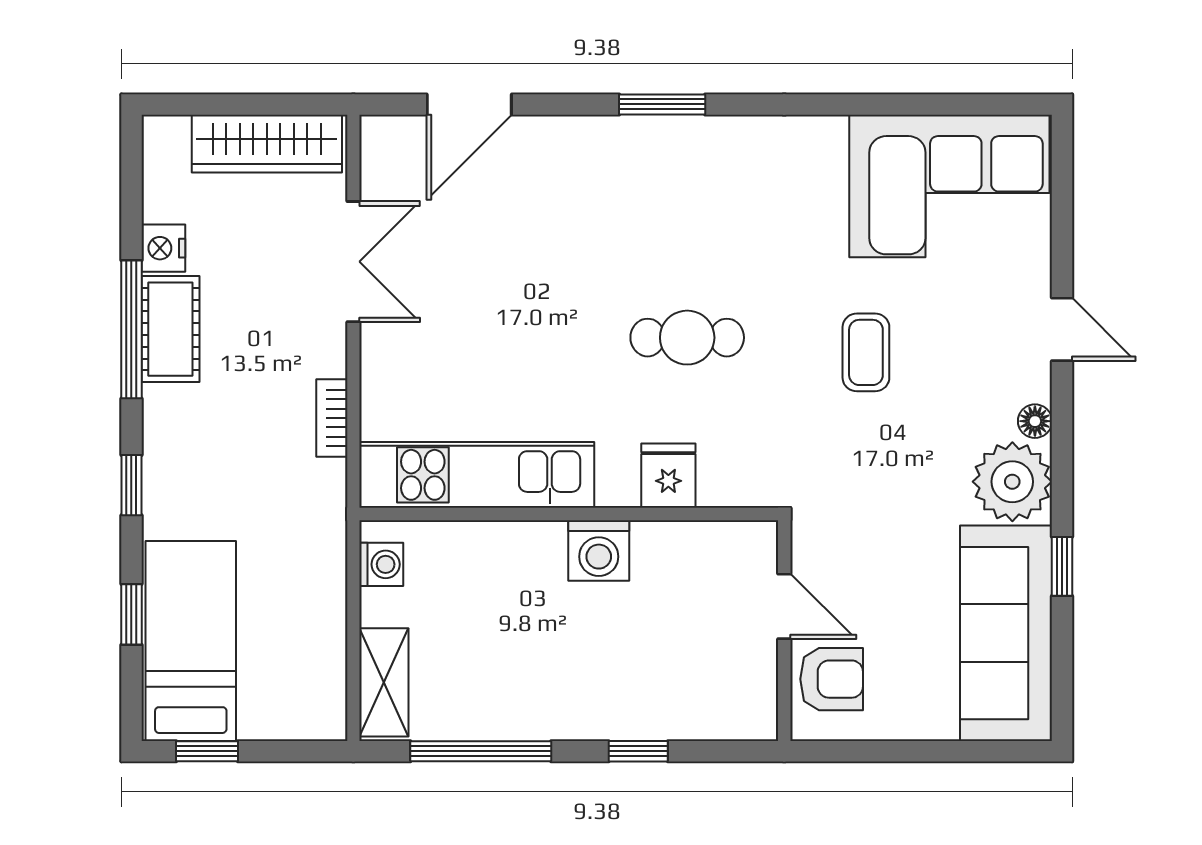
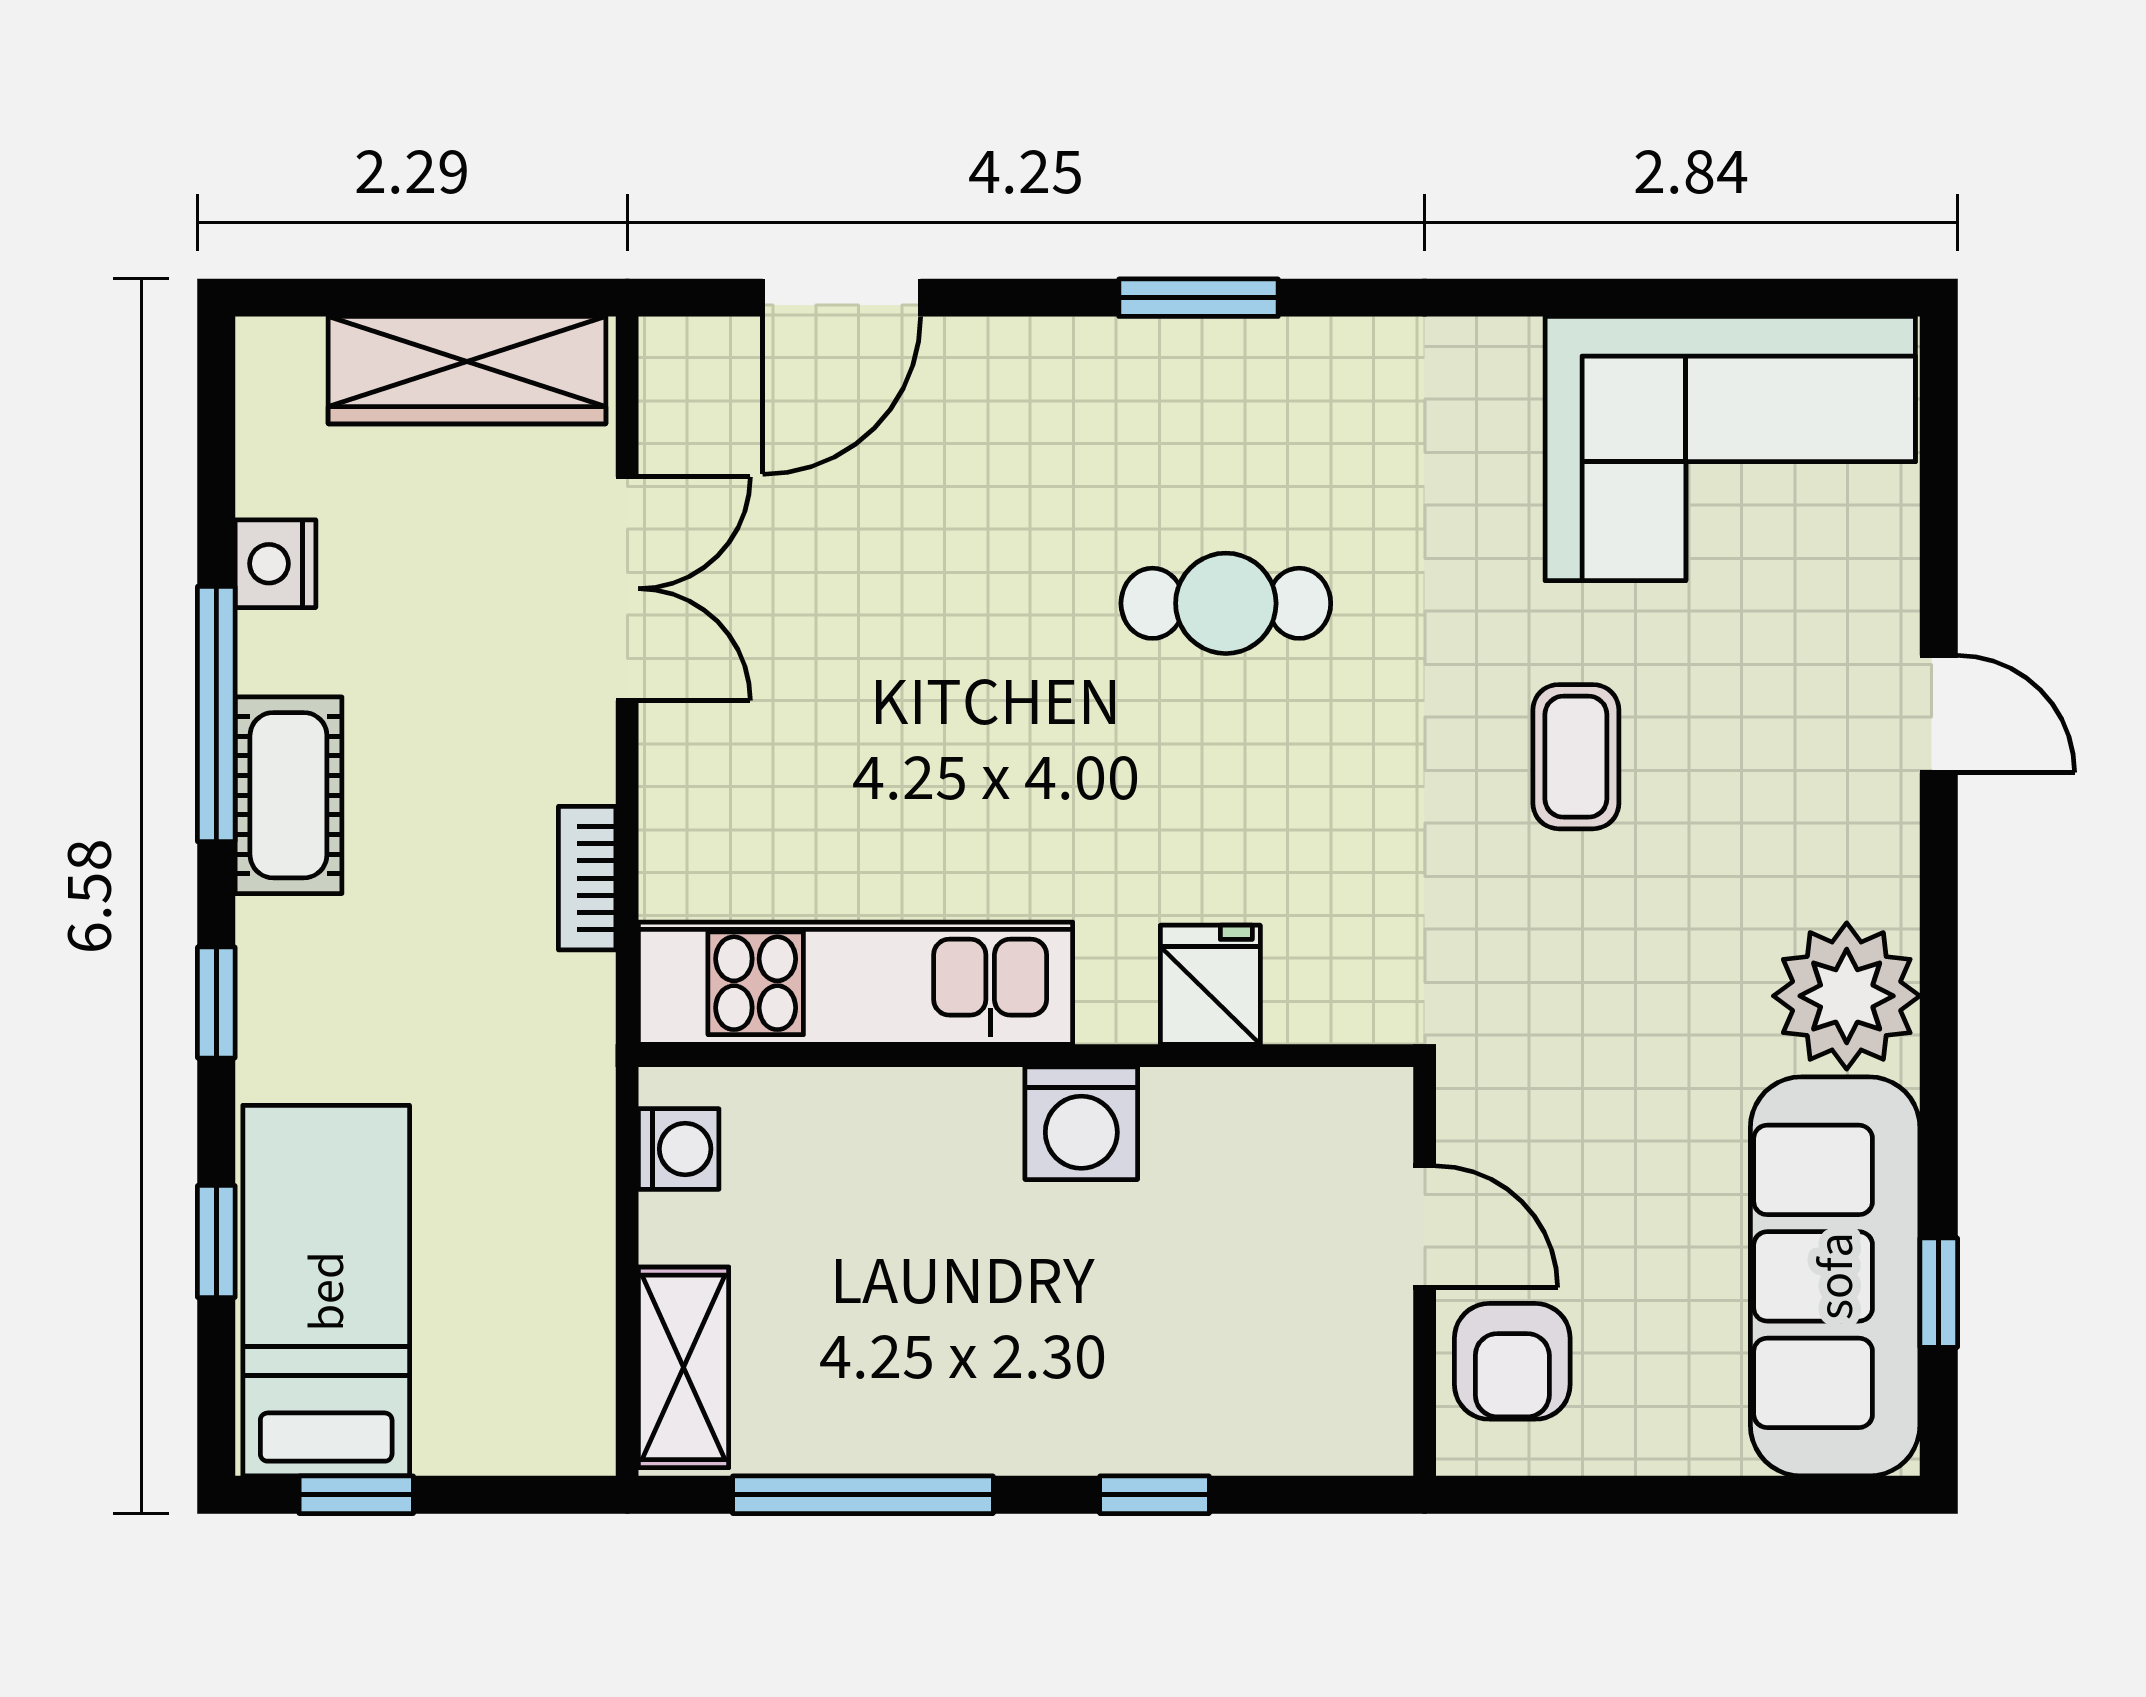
cot: (170, 329) -> (288, 795), moved
cafe table: (687, 338) -> (1226, 603), moved
floor lamp: (1035, 421) -> (1889, 884), removed
window: (1062, 566) -> (1939, 1293), moved
armchair: (832, 679) -> (1512, 1361), turned 90

